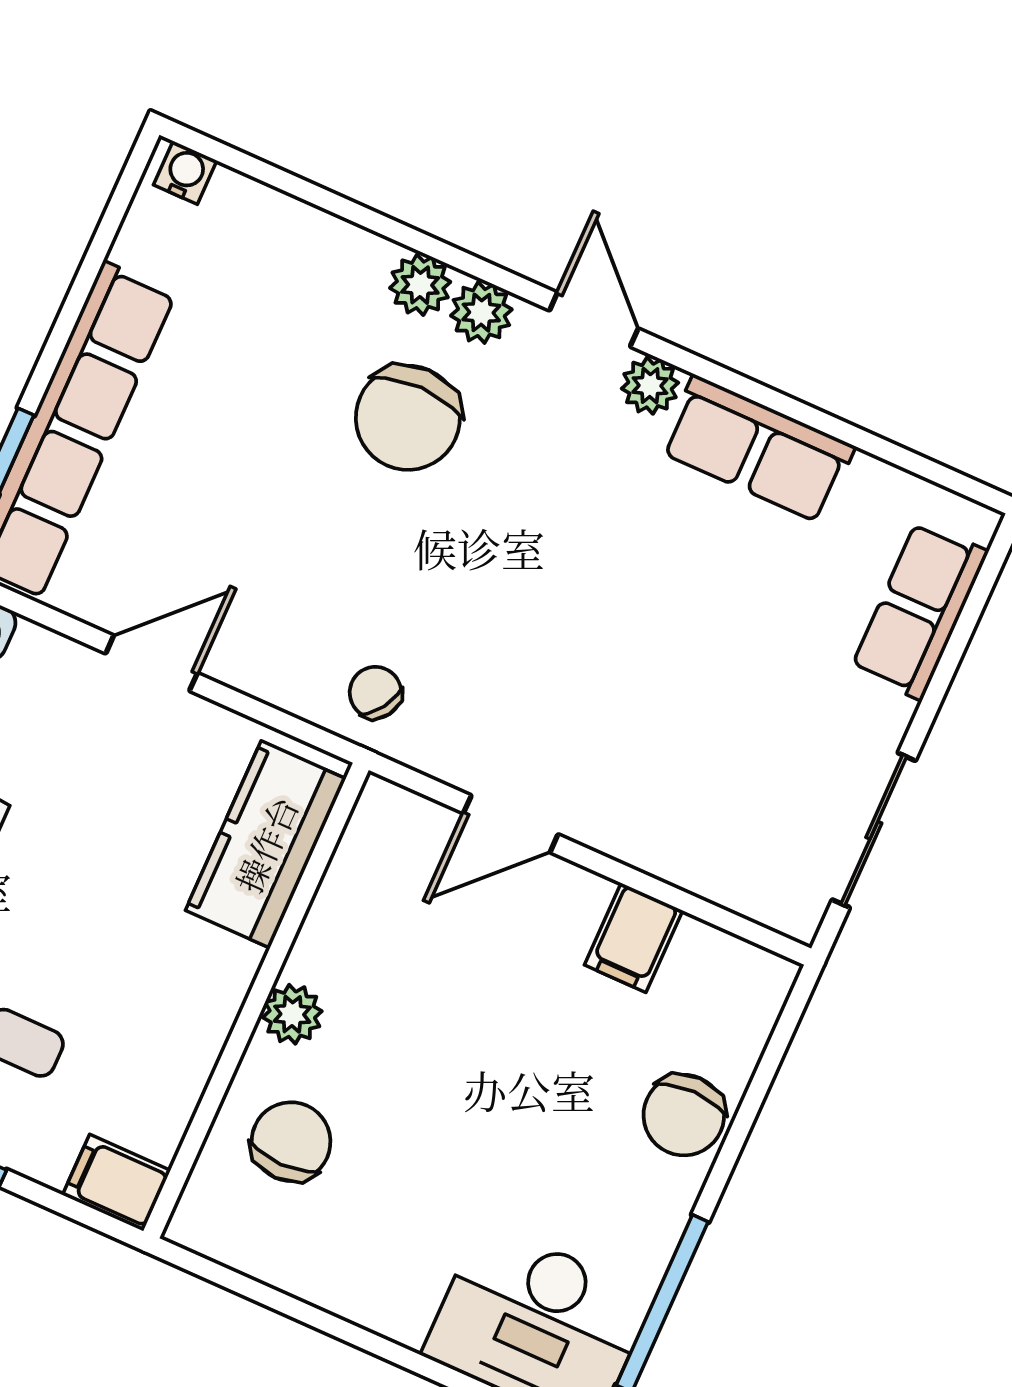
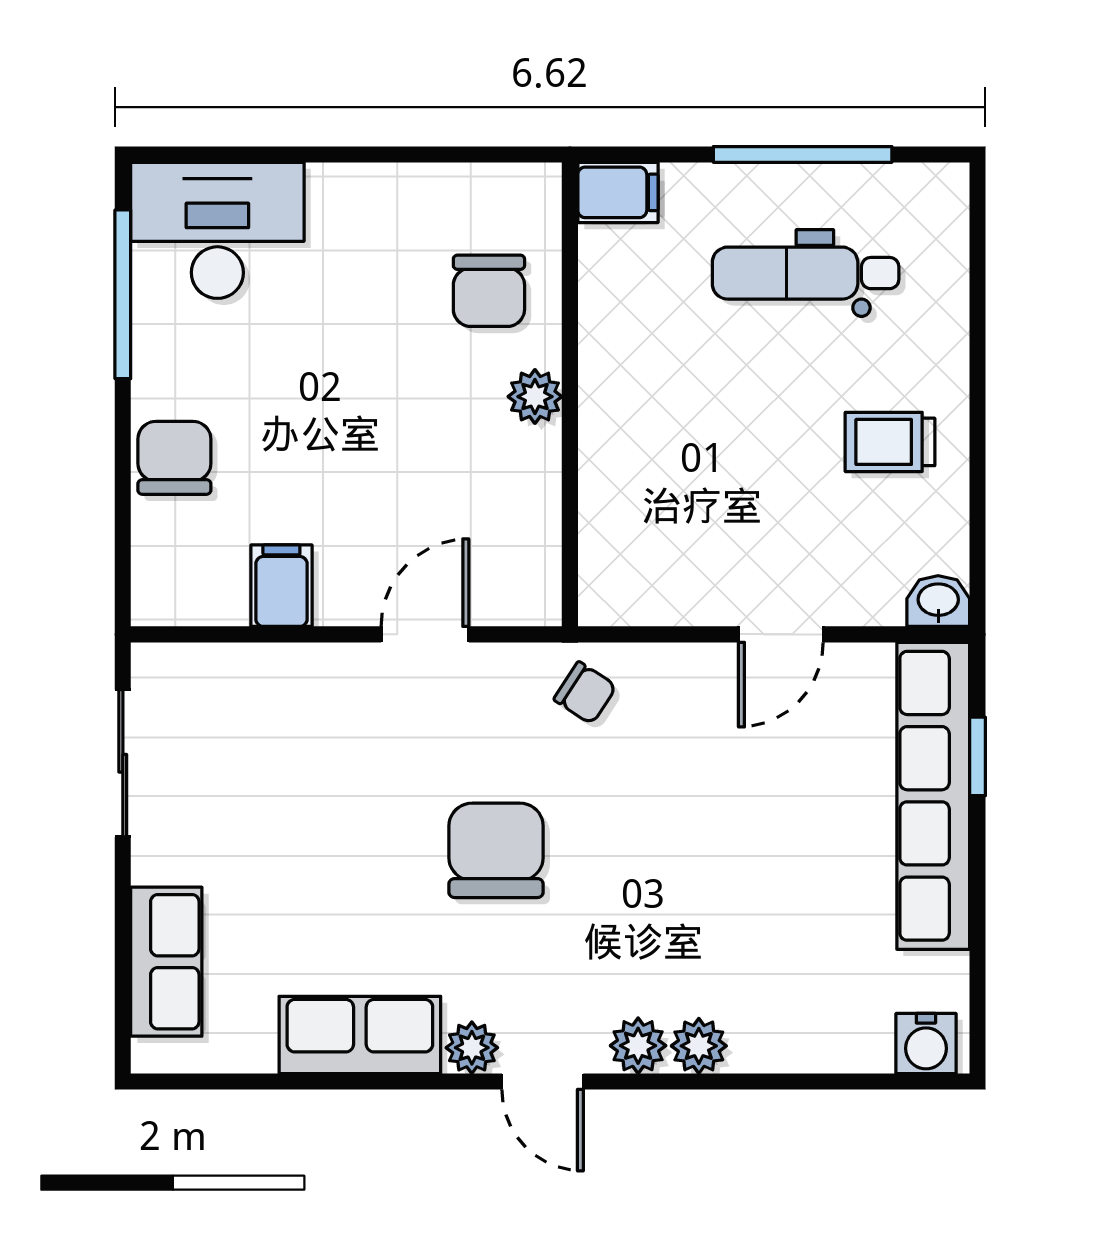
water cooler: (185, 173) -> (926, 1043), width x1.38, depth x1.38
chair: (408, 418) -> (496, 850), moved
kitchen counter: (266, 844) -> (620, 527), removed

